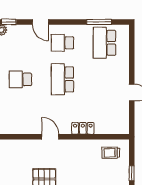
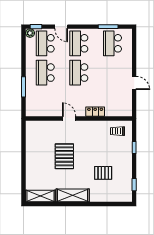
school desk: (20, 43) -> (45, 43), added
school desk: (62, 43) -> (79, 43), width x1.85
school desk: (20, 79) -> (45, 73), width x1.85

